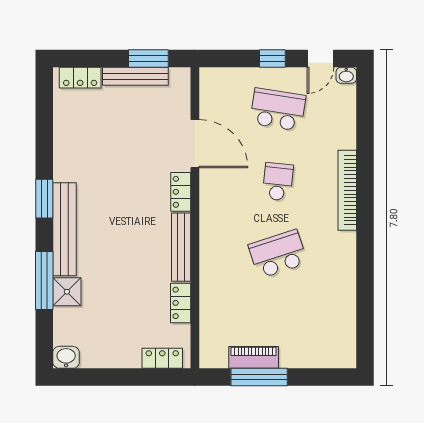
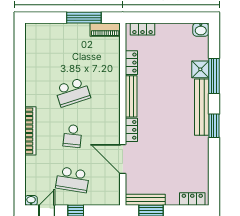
bench: (135, 76) -> (145, 200), moved
piano: (254, 357) -> (105, 30), moved

